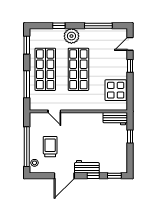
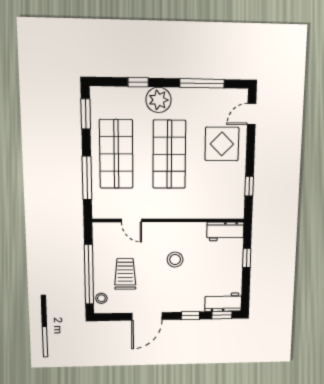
window: (130, 66) -> (249, 186), moved
display table: (116, 90) -> (222, 144), moved
stool: (83, 137) -> (175, 260), added
workbench: (87, 167) -> (223, 302), moved

